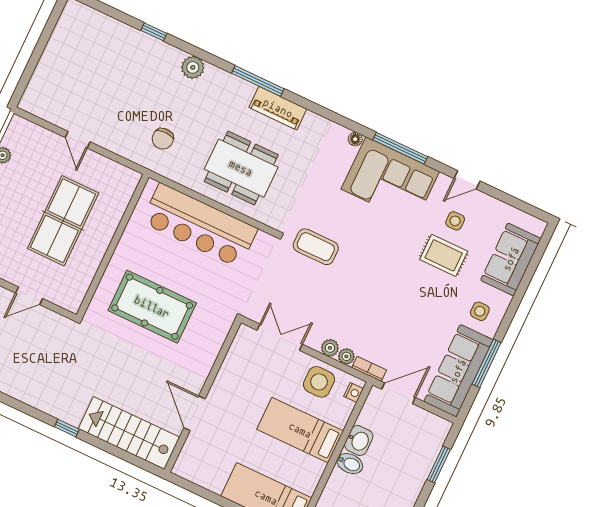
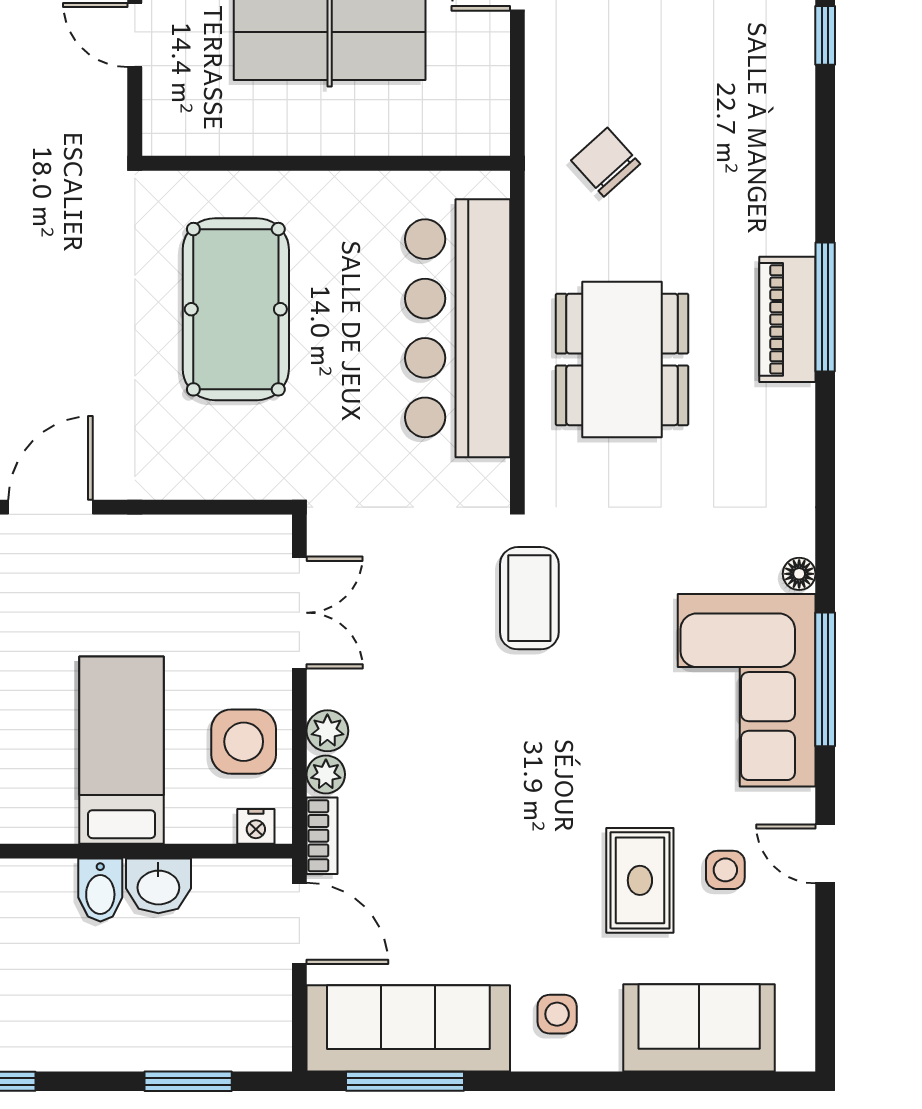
plant: (193, 67) -> (788, 154), removed
piano: (278, 108) -> (787, 319), moved
chair: (163, 139) -> (606, 162), turned 48
window: (487, 363) -> (405, 1081), moved

